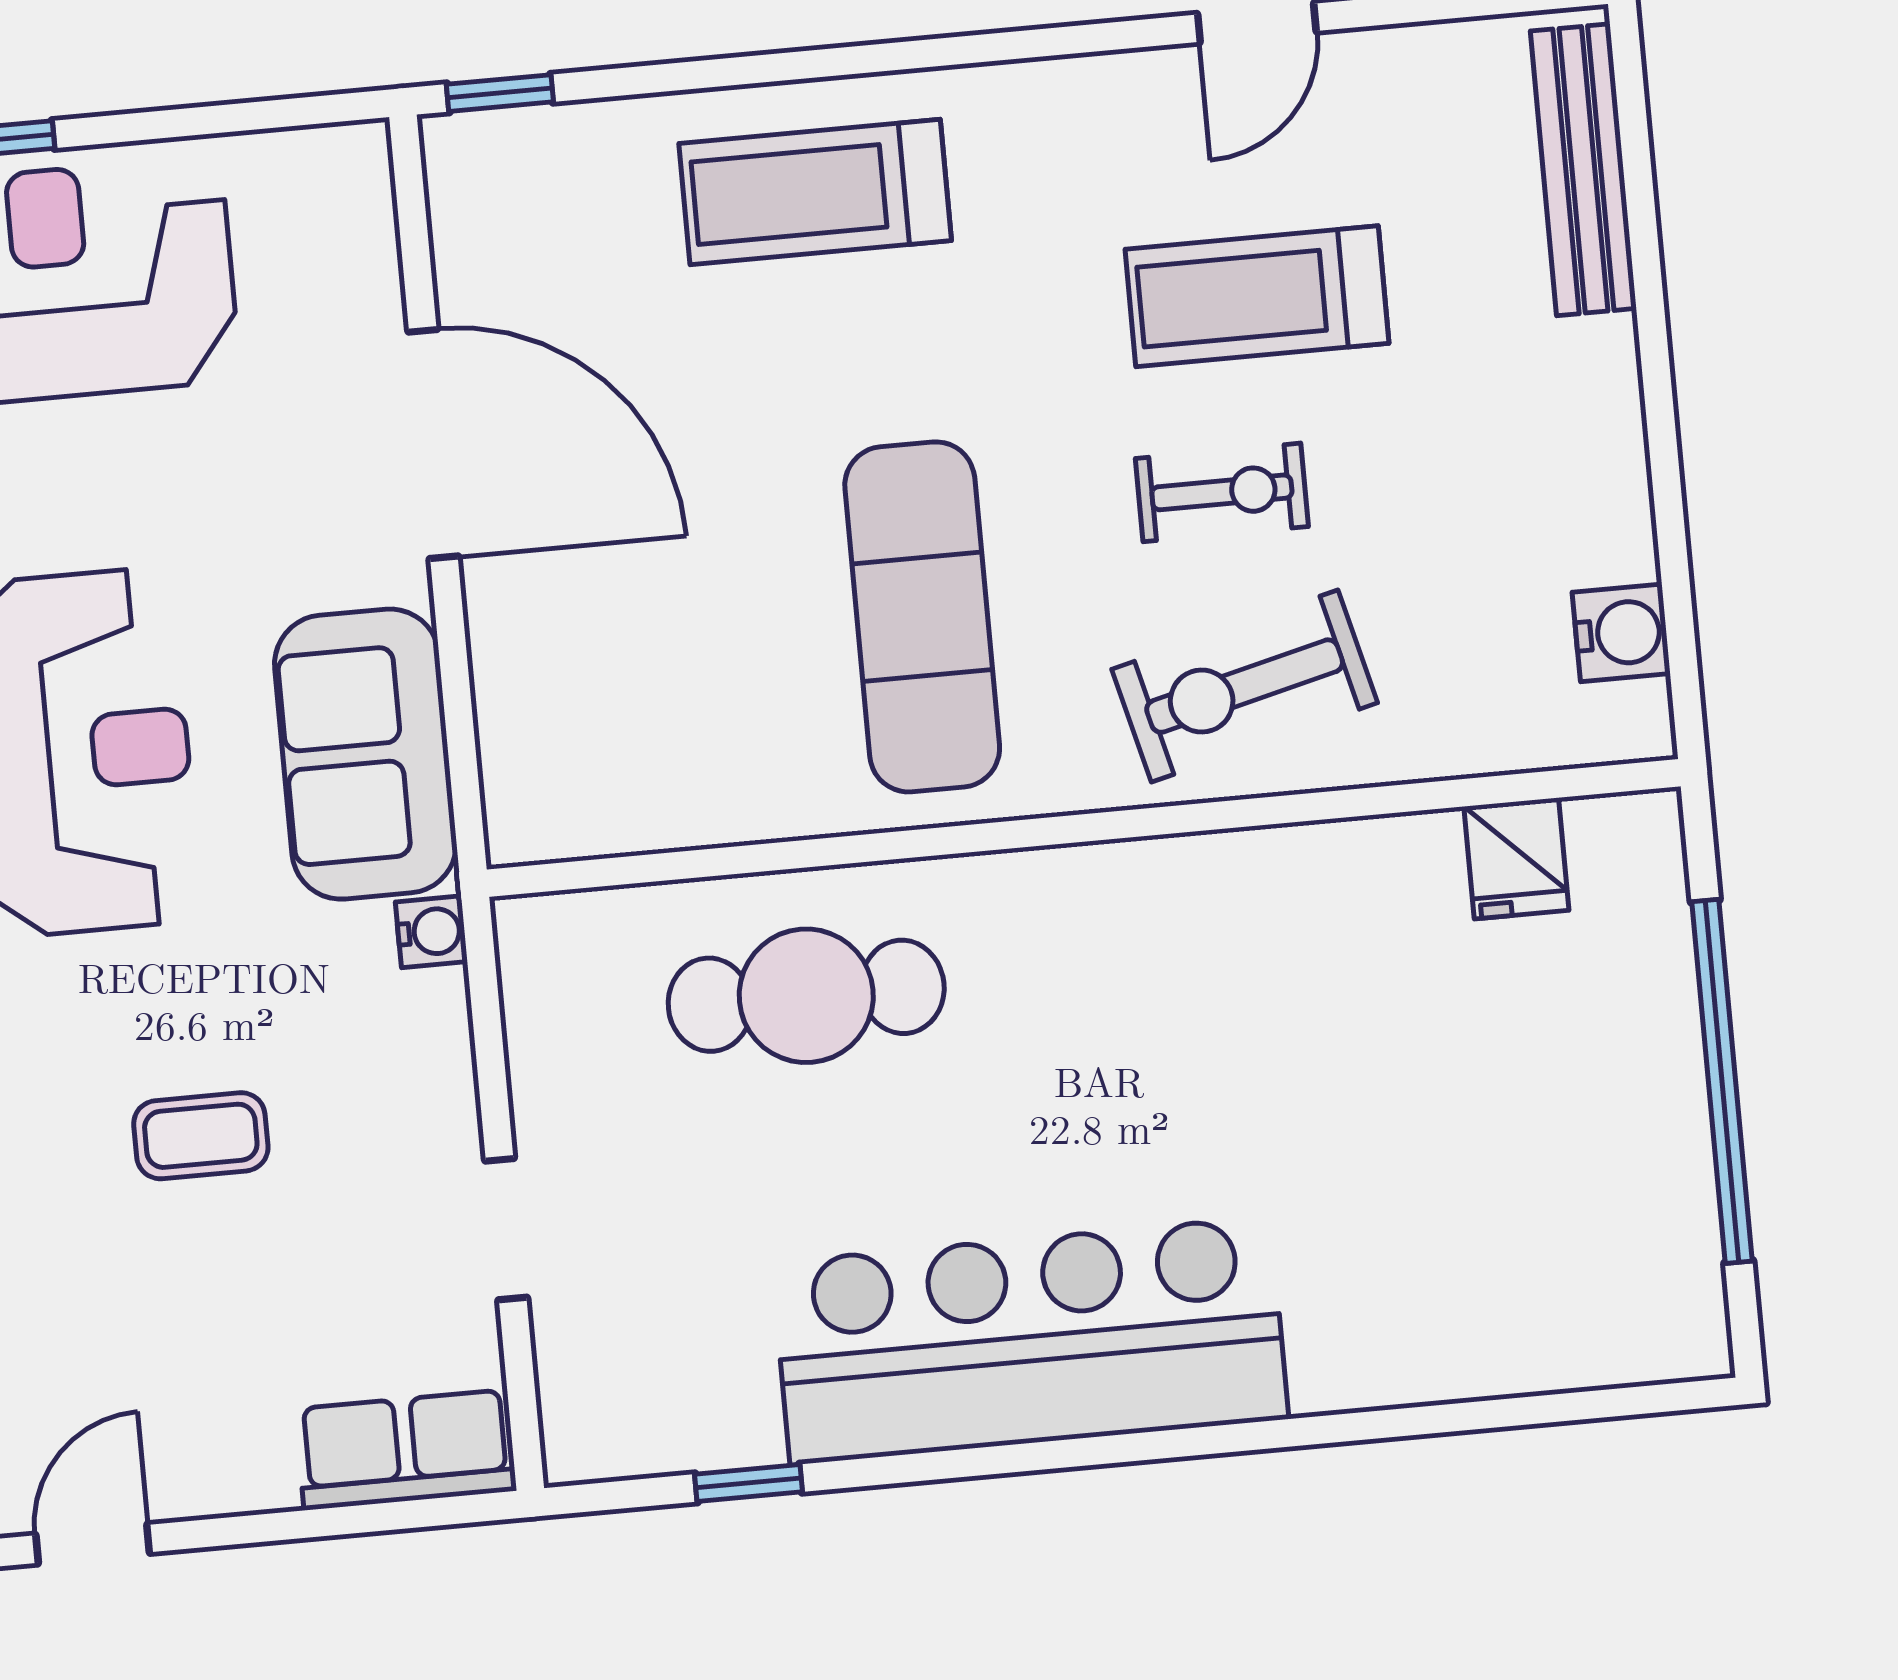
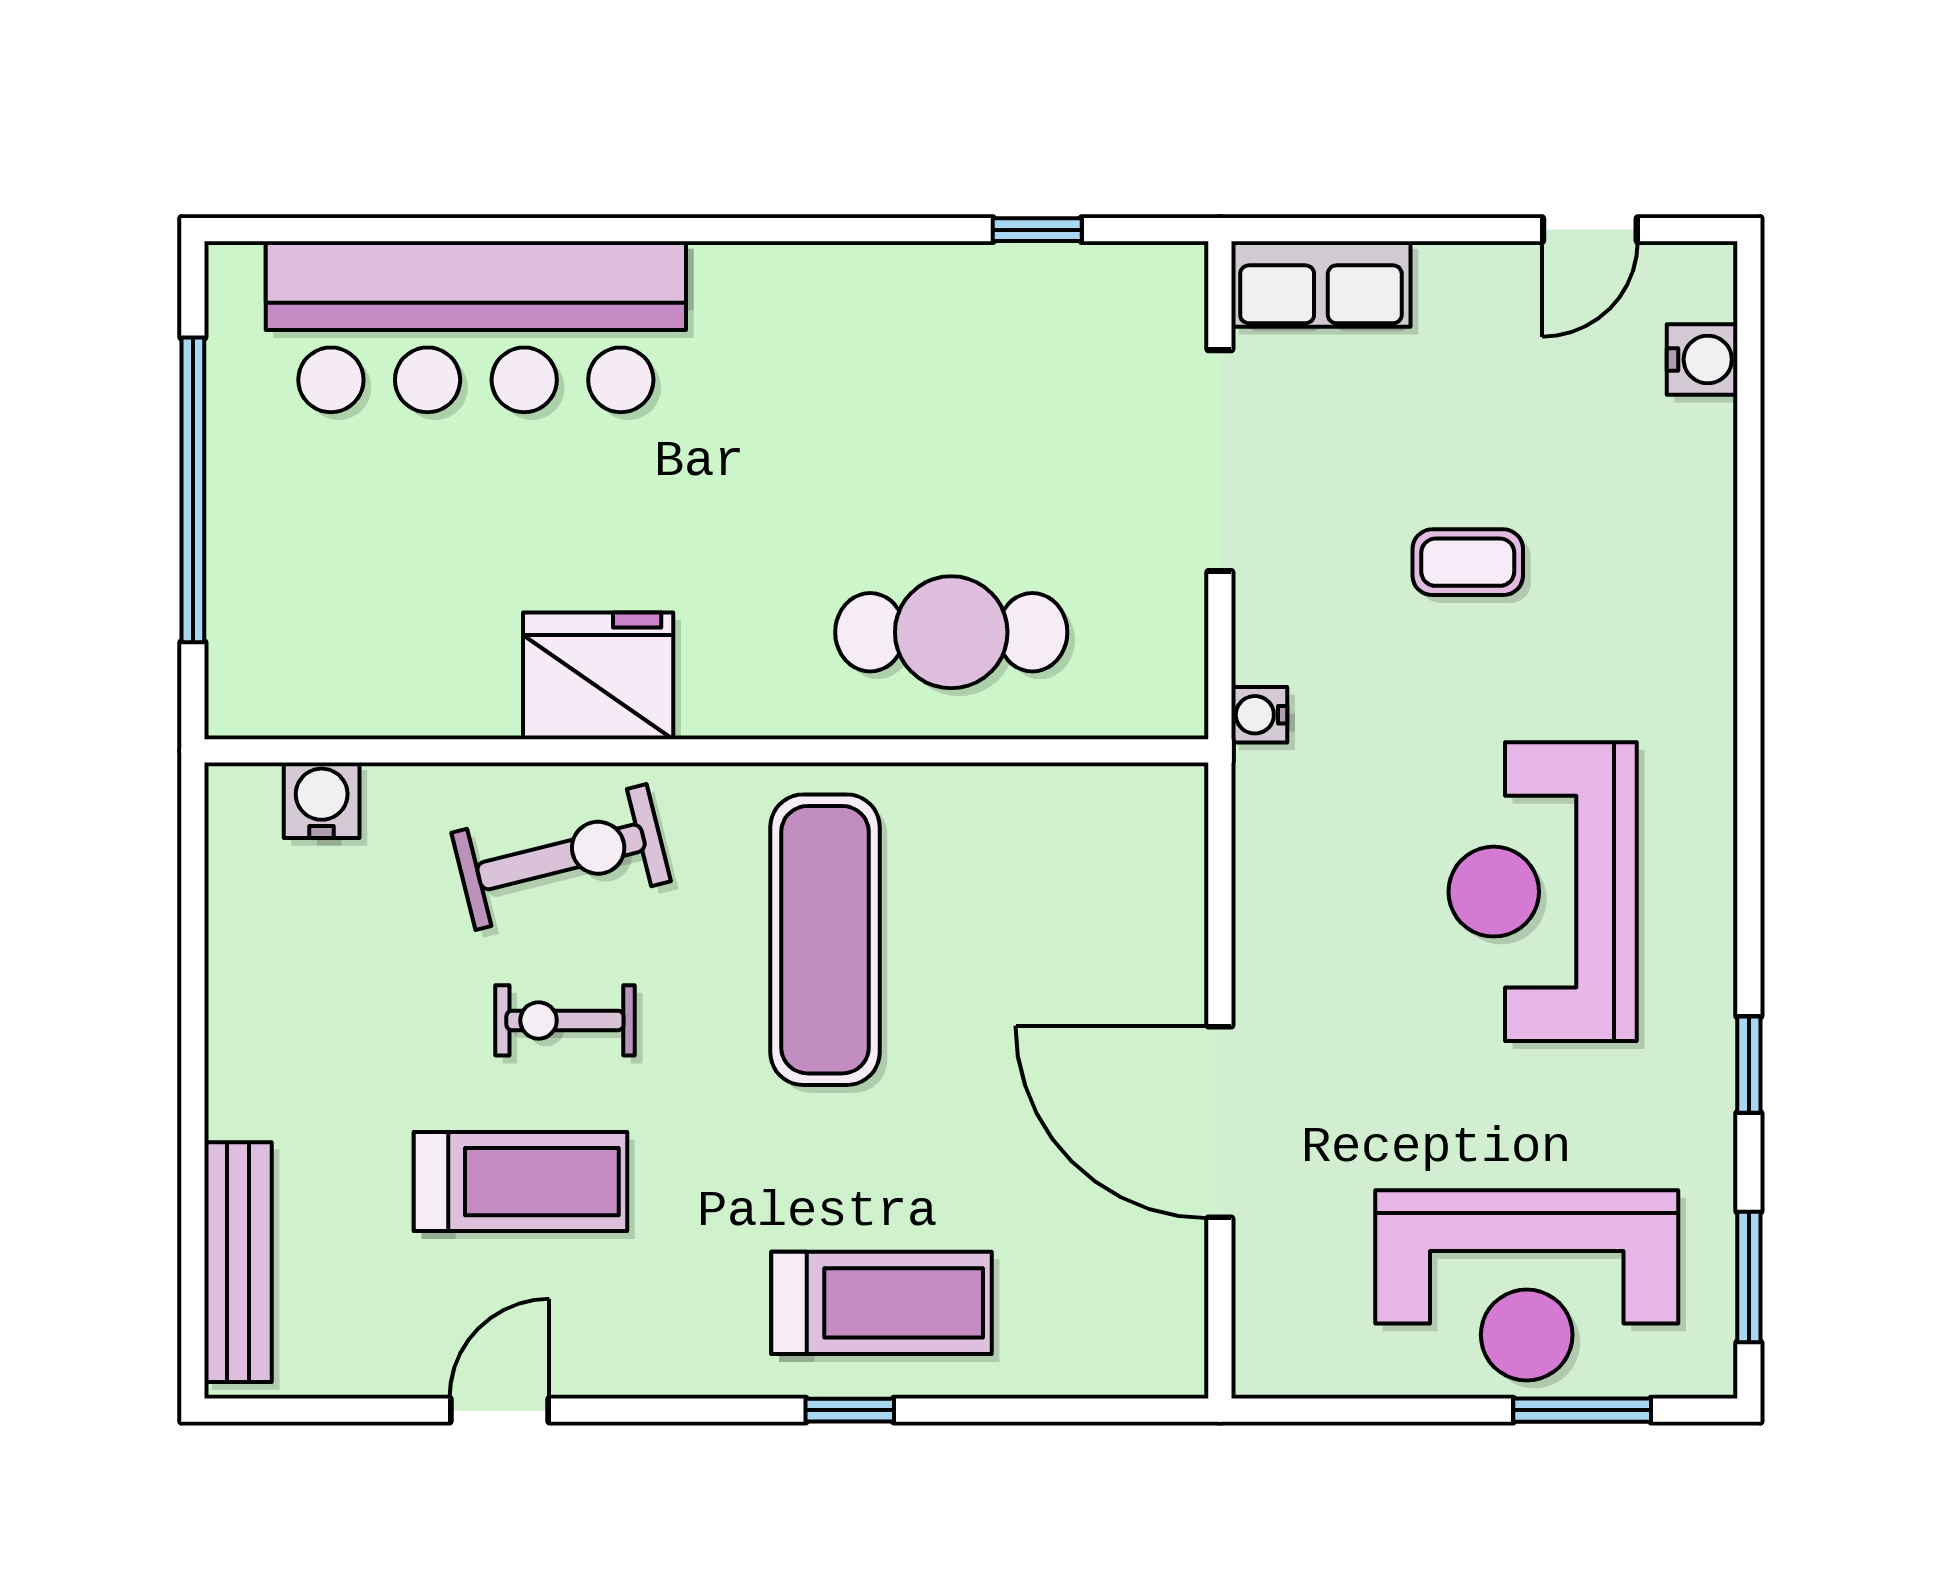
window: (500, 93) -> (850, 1410), moved
water cooler: (1621, 633) -> (322, 800), moved, turned 90
sofa: (365, 754) -> (1301, 868), removed
fridge: (1516, 858) -> (598, 676), moved, width x1.88, depth x1.34
doorway: (506, 1229) -> (1220, 461), width x1.88
bar counter: (1030, 1341) -> (476, 327), moved

